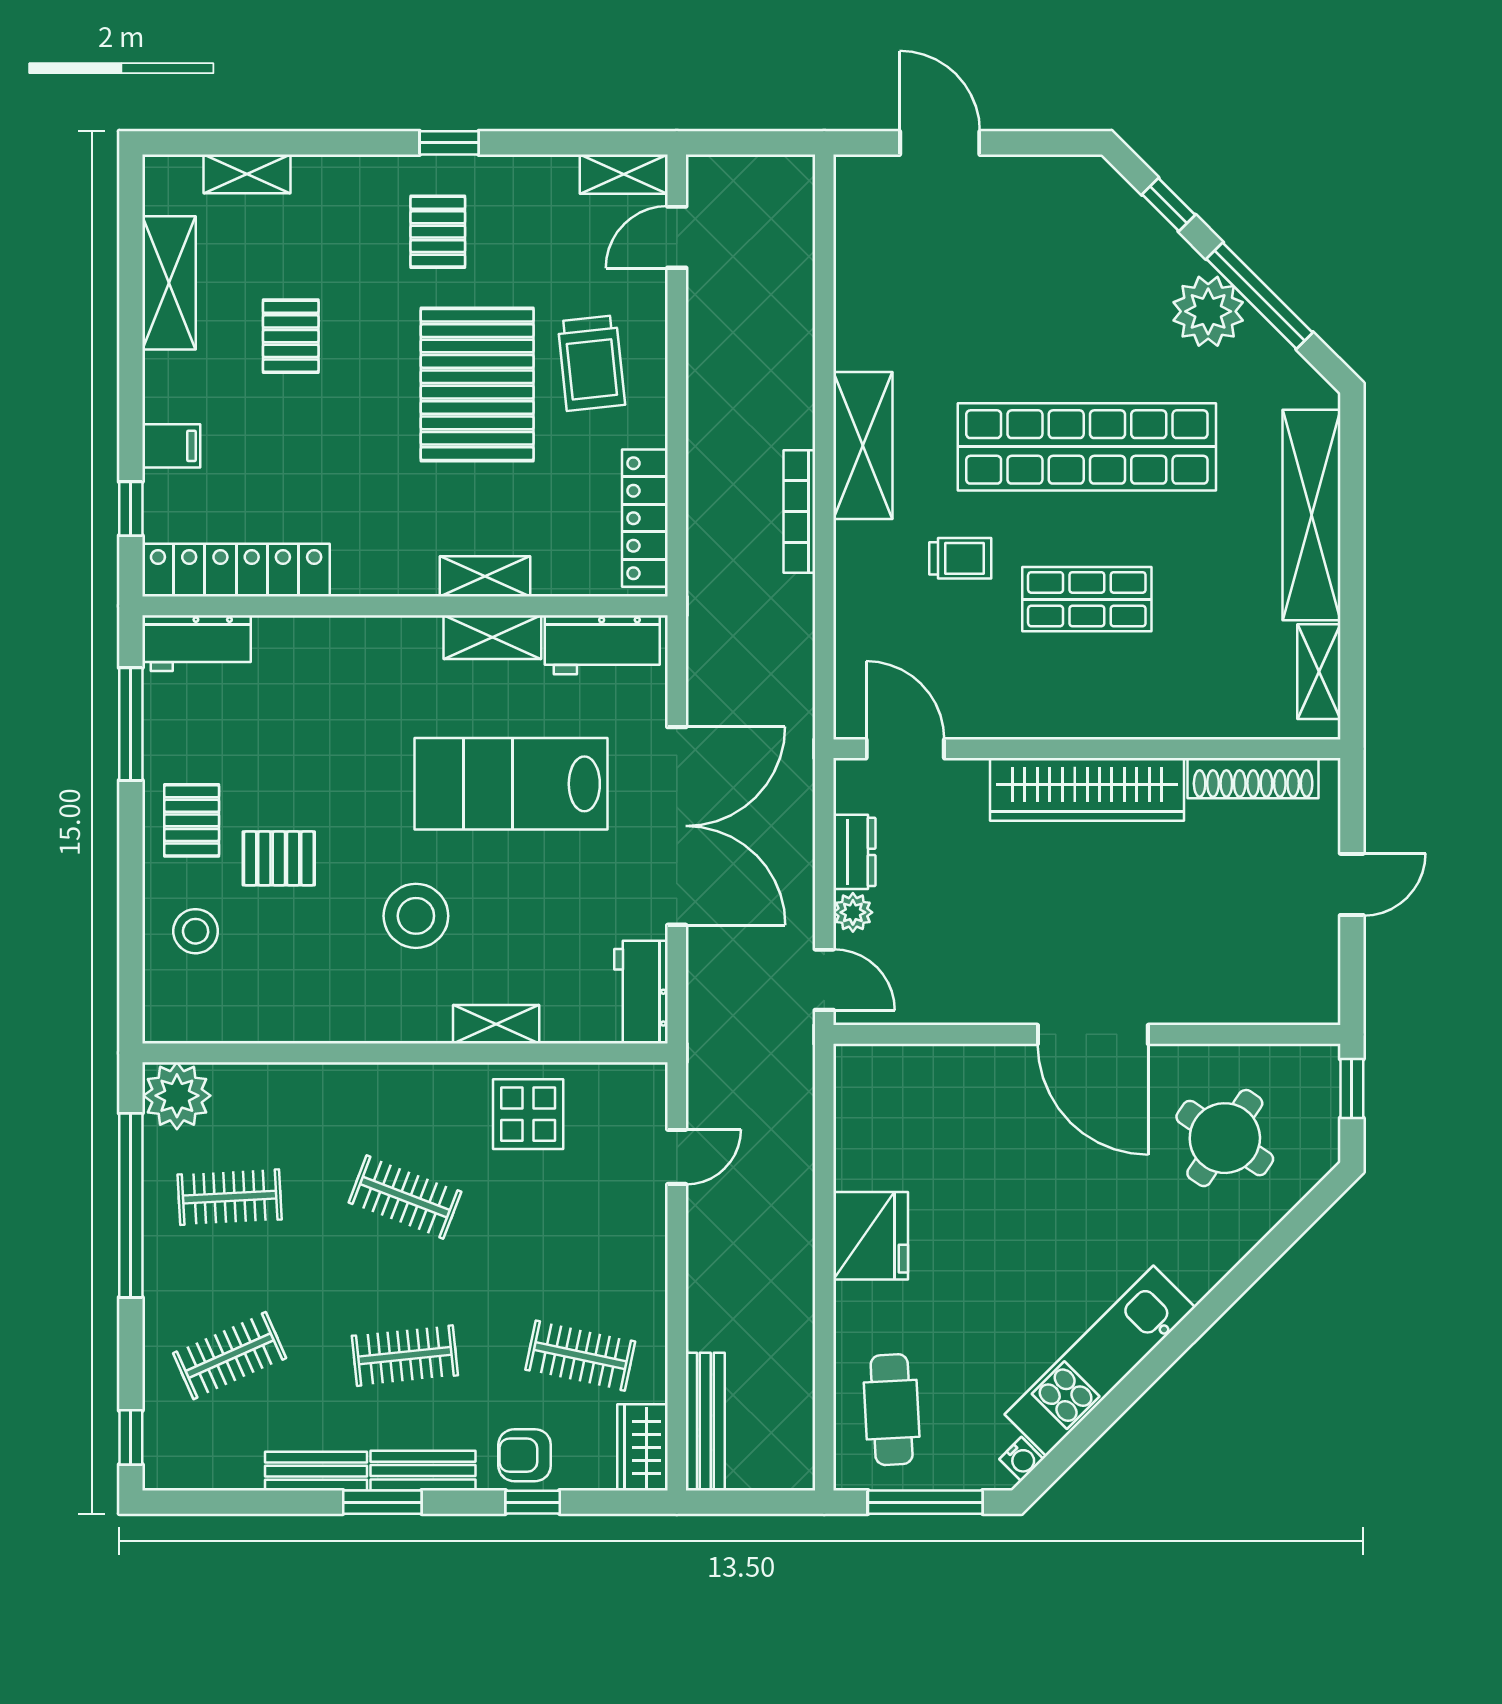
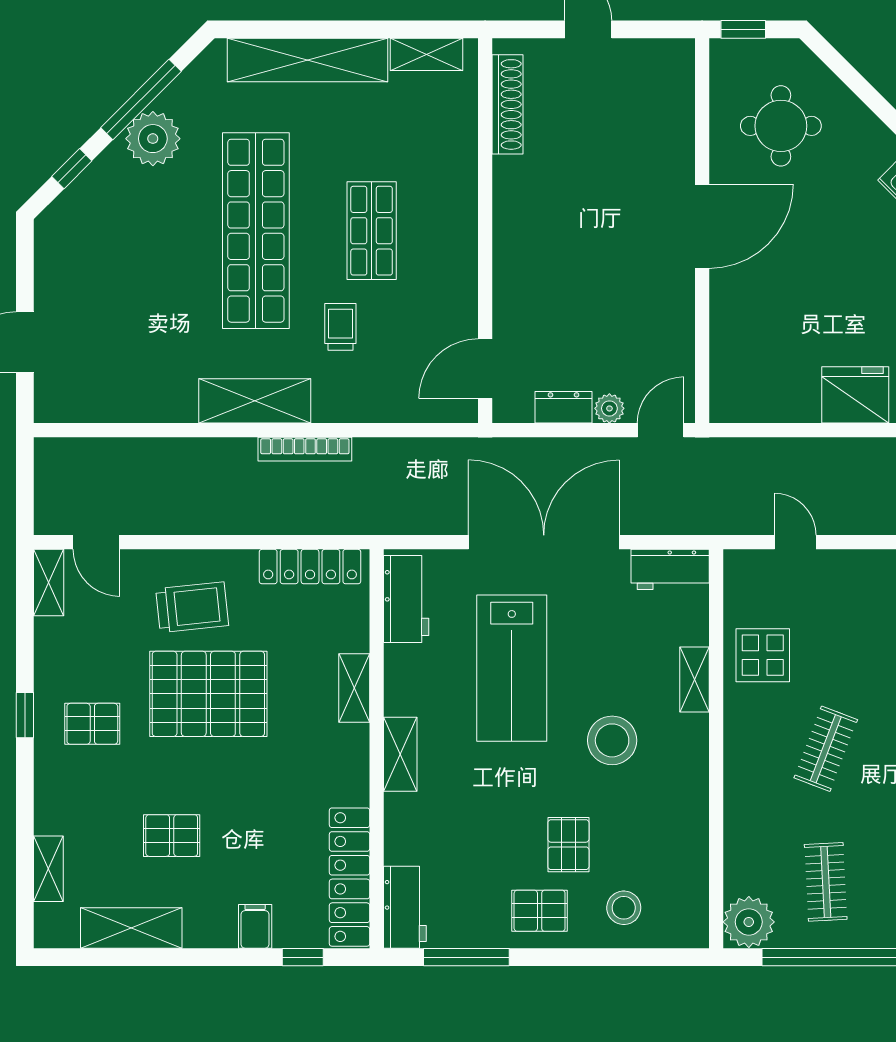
shelving: (492, 637) -> (400, 754), moved
wardrobe: (1087, 789) -> (516, 231), removed
round table: (1225, 1138) -> (781, 126), turned -34

